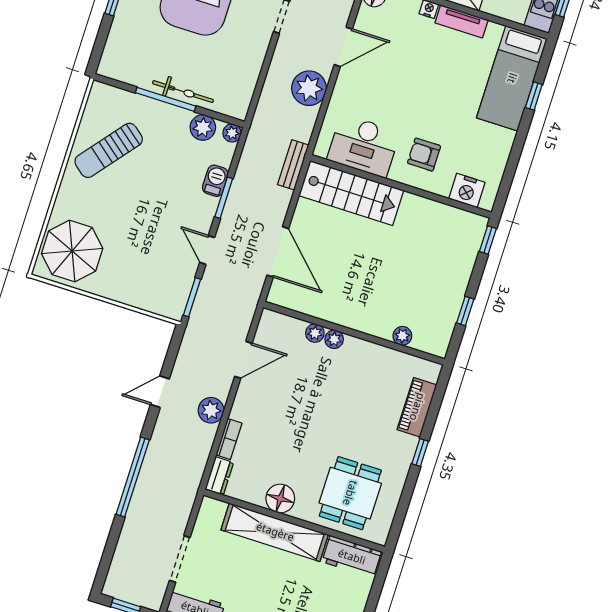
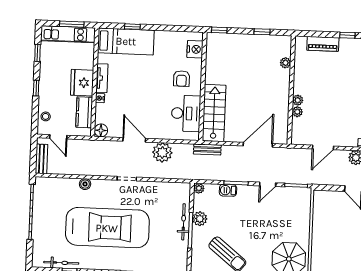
plant: (203, 128) -> (200, 219), moved
door: (243, 360) -> (323, 147), swing flipped

